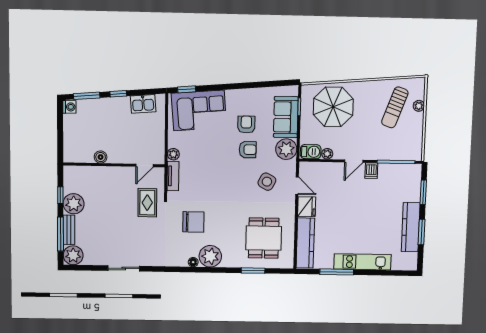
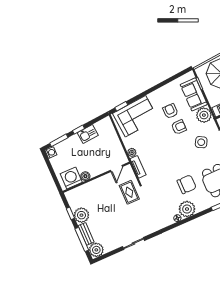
kitchen sink: (143, 104) -> (88, 134), moved
washing machine: (81, 151) -> (71, 178), added
chair: (193, 222) -> (187, 184), moved

